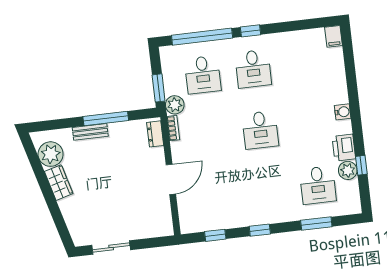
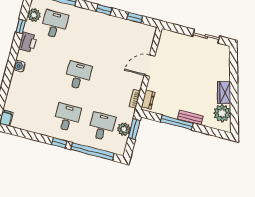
plant: (175, 105) -> (124, 129), moved
plant: (348, 170) -> (34, 15), moved

